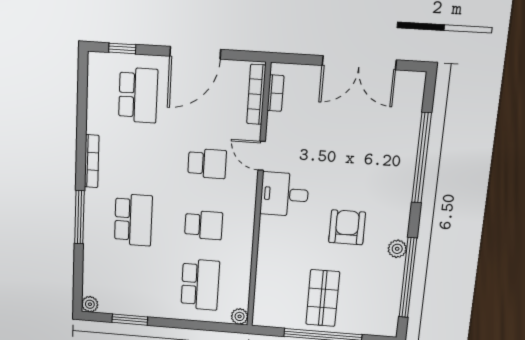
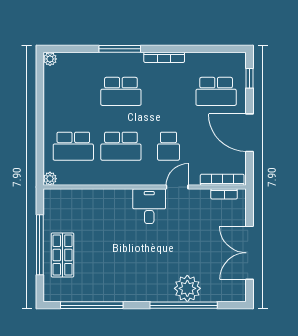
school desk: (204, 225) -> (121, 146), width x1.85
armchair: (347, 227) -> (127, 255), removed
plant: (397, 249) -> (187, 288), moved, width x1.87, depth x1.87
shop shelf: (323, 298) -> (63, 255), moved, turned 90
window: (130, 320) -> (40, 92), removed

